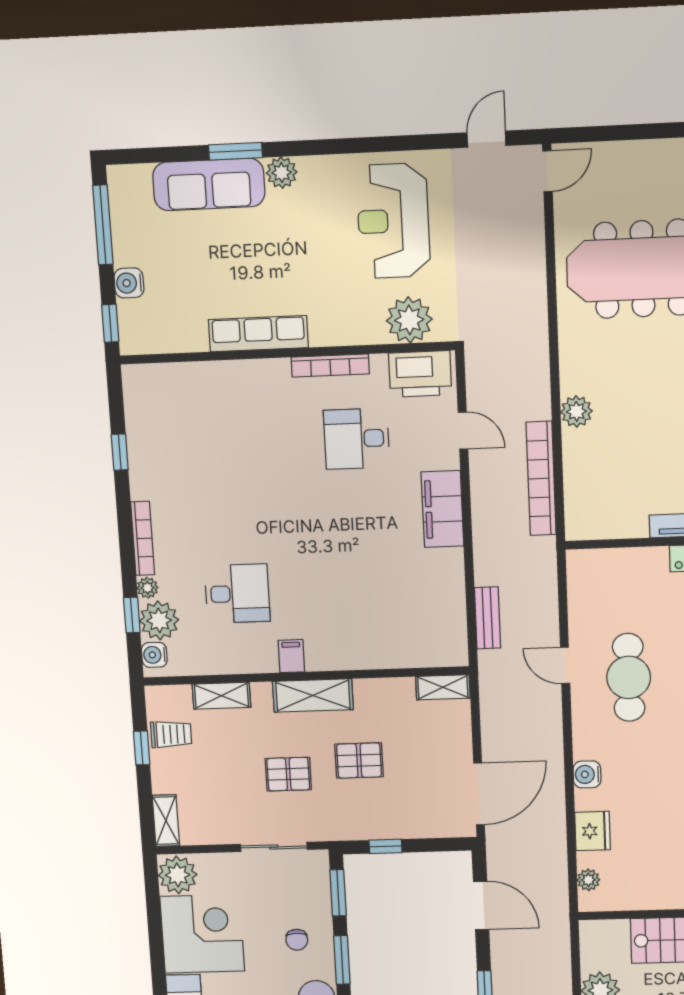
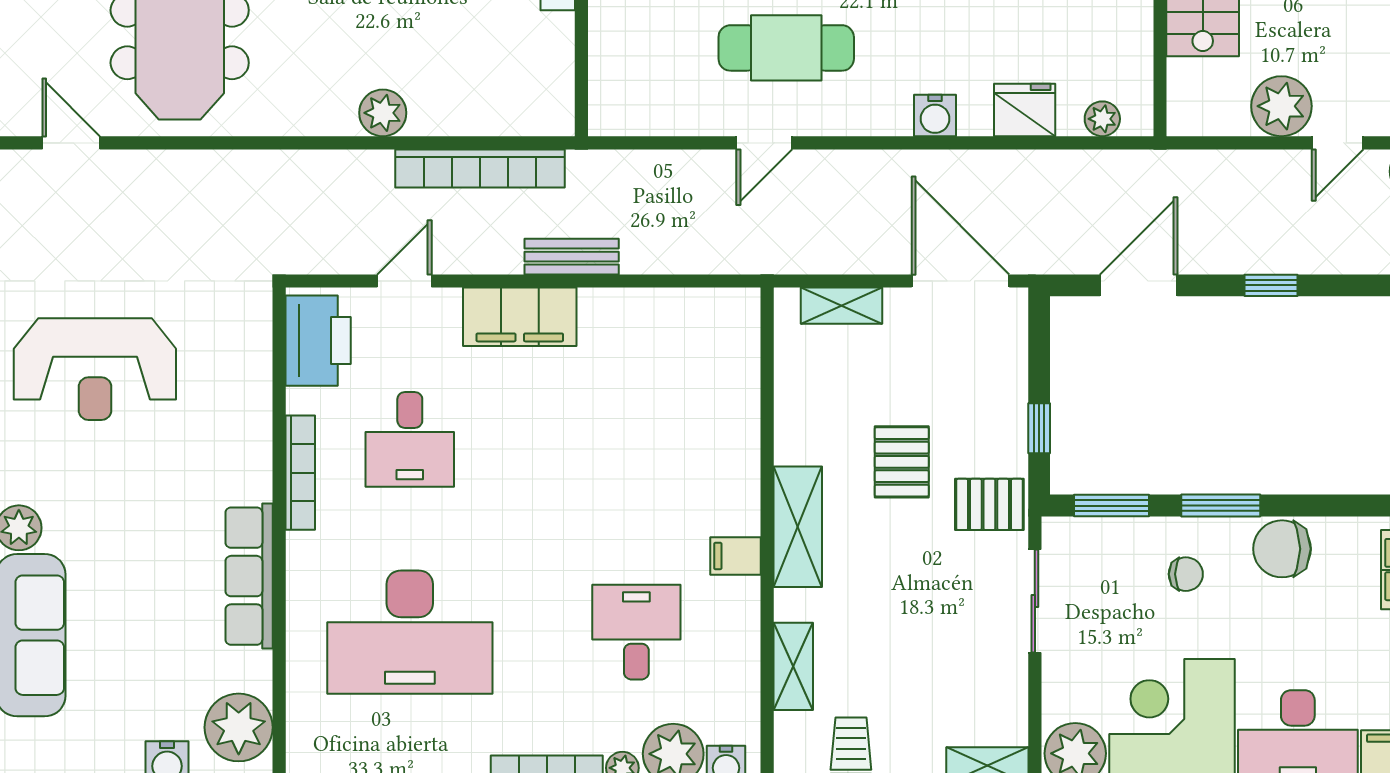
door: (547, 171) -> (71, 143), moved
plant: (409, 320) -> (239, 727), moved
desk: (228, 444) -> (410, 632), added
bench: (487, 618) -> (572, 257), moved
shelving: (443, 687) -> (841, 306), moved, turned 90
pallet: (288, 774) -> (989, 504), moved, turned 90

